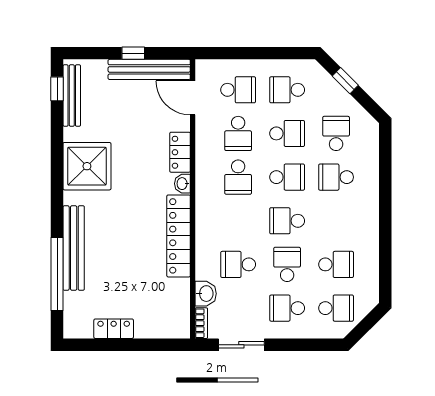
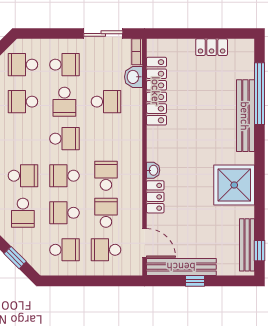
locker: (179, 236) -> (156, 91), moved

